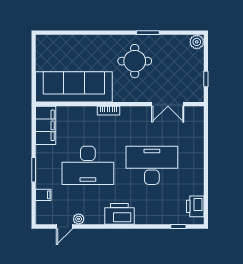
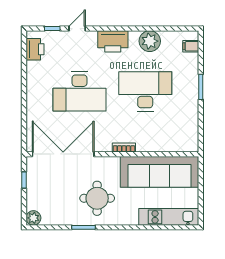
kitchen unit: (65, 43) -> (169, 217), added
double door: (168, 104) -> (63, 154), width x1.87
filing cabinet: (46, 125) -> (188, 132), removed
filing cabinet: (43, 195) -> (191, 46), moved
plant: (79, 219) -> (150, 41), width x1.87, depth x1.87
door: (64, 227) -> (77, 29), moved

